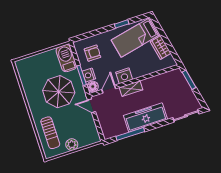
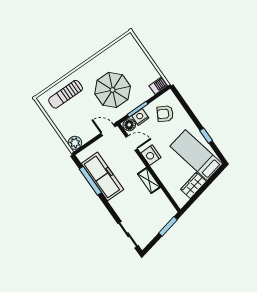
armchair: (92, 53) -> (165, 114), turned 119
barbecue: (66, 58) -> (159, 86), width x0.53, depth x0.65
shelving: (131, 89) -> (149, 181), moved
door: (92, 106) -> (108, 130), hinge flipped
freezer: (146, 117) -> (102, 176), moved
plant: (72, 145) -> (75, 143), moved

